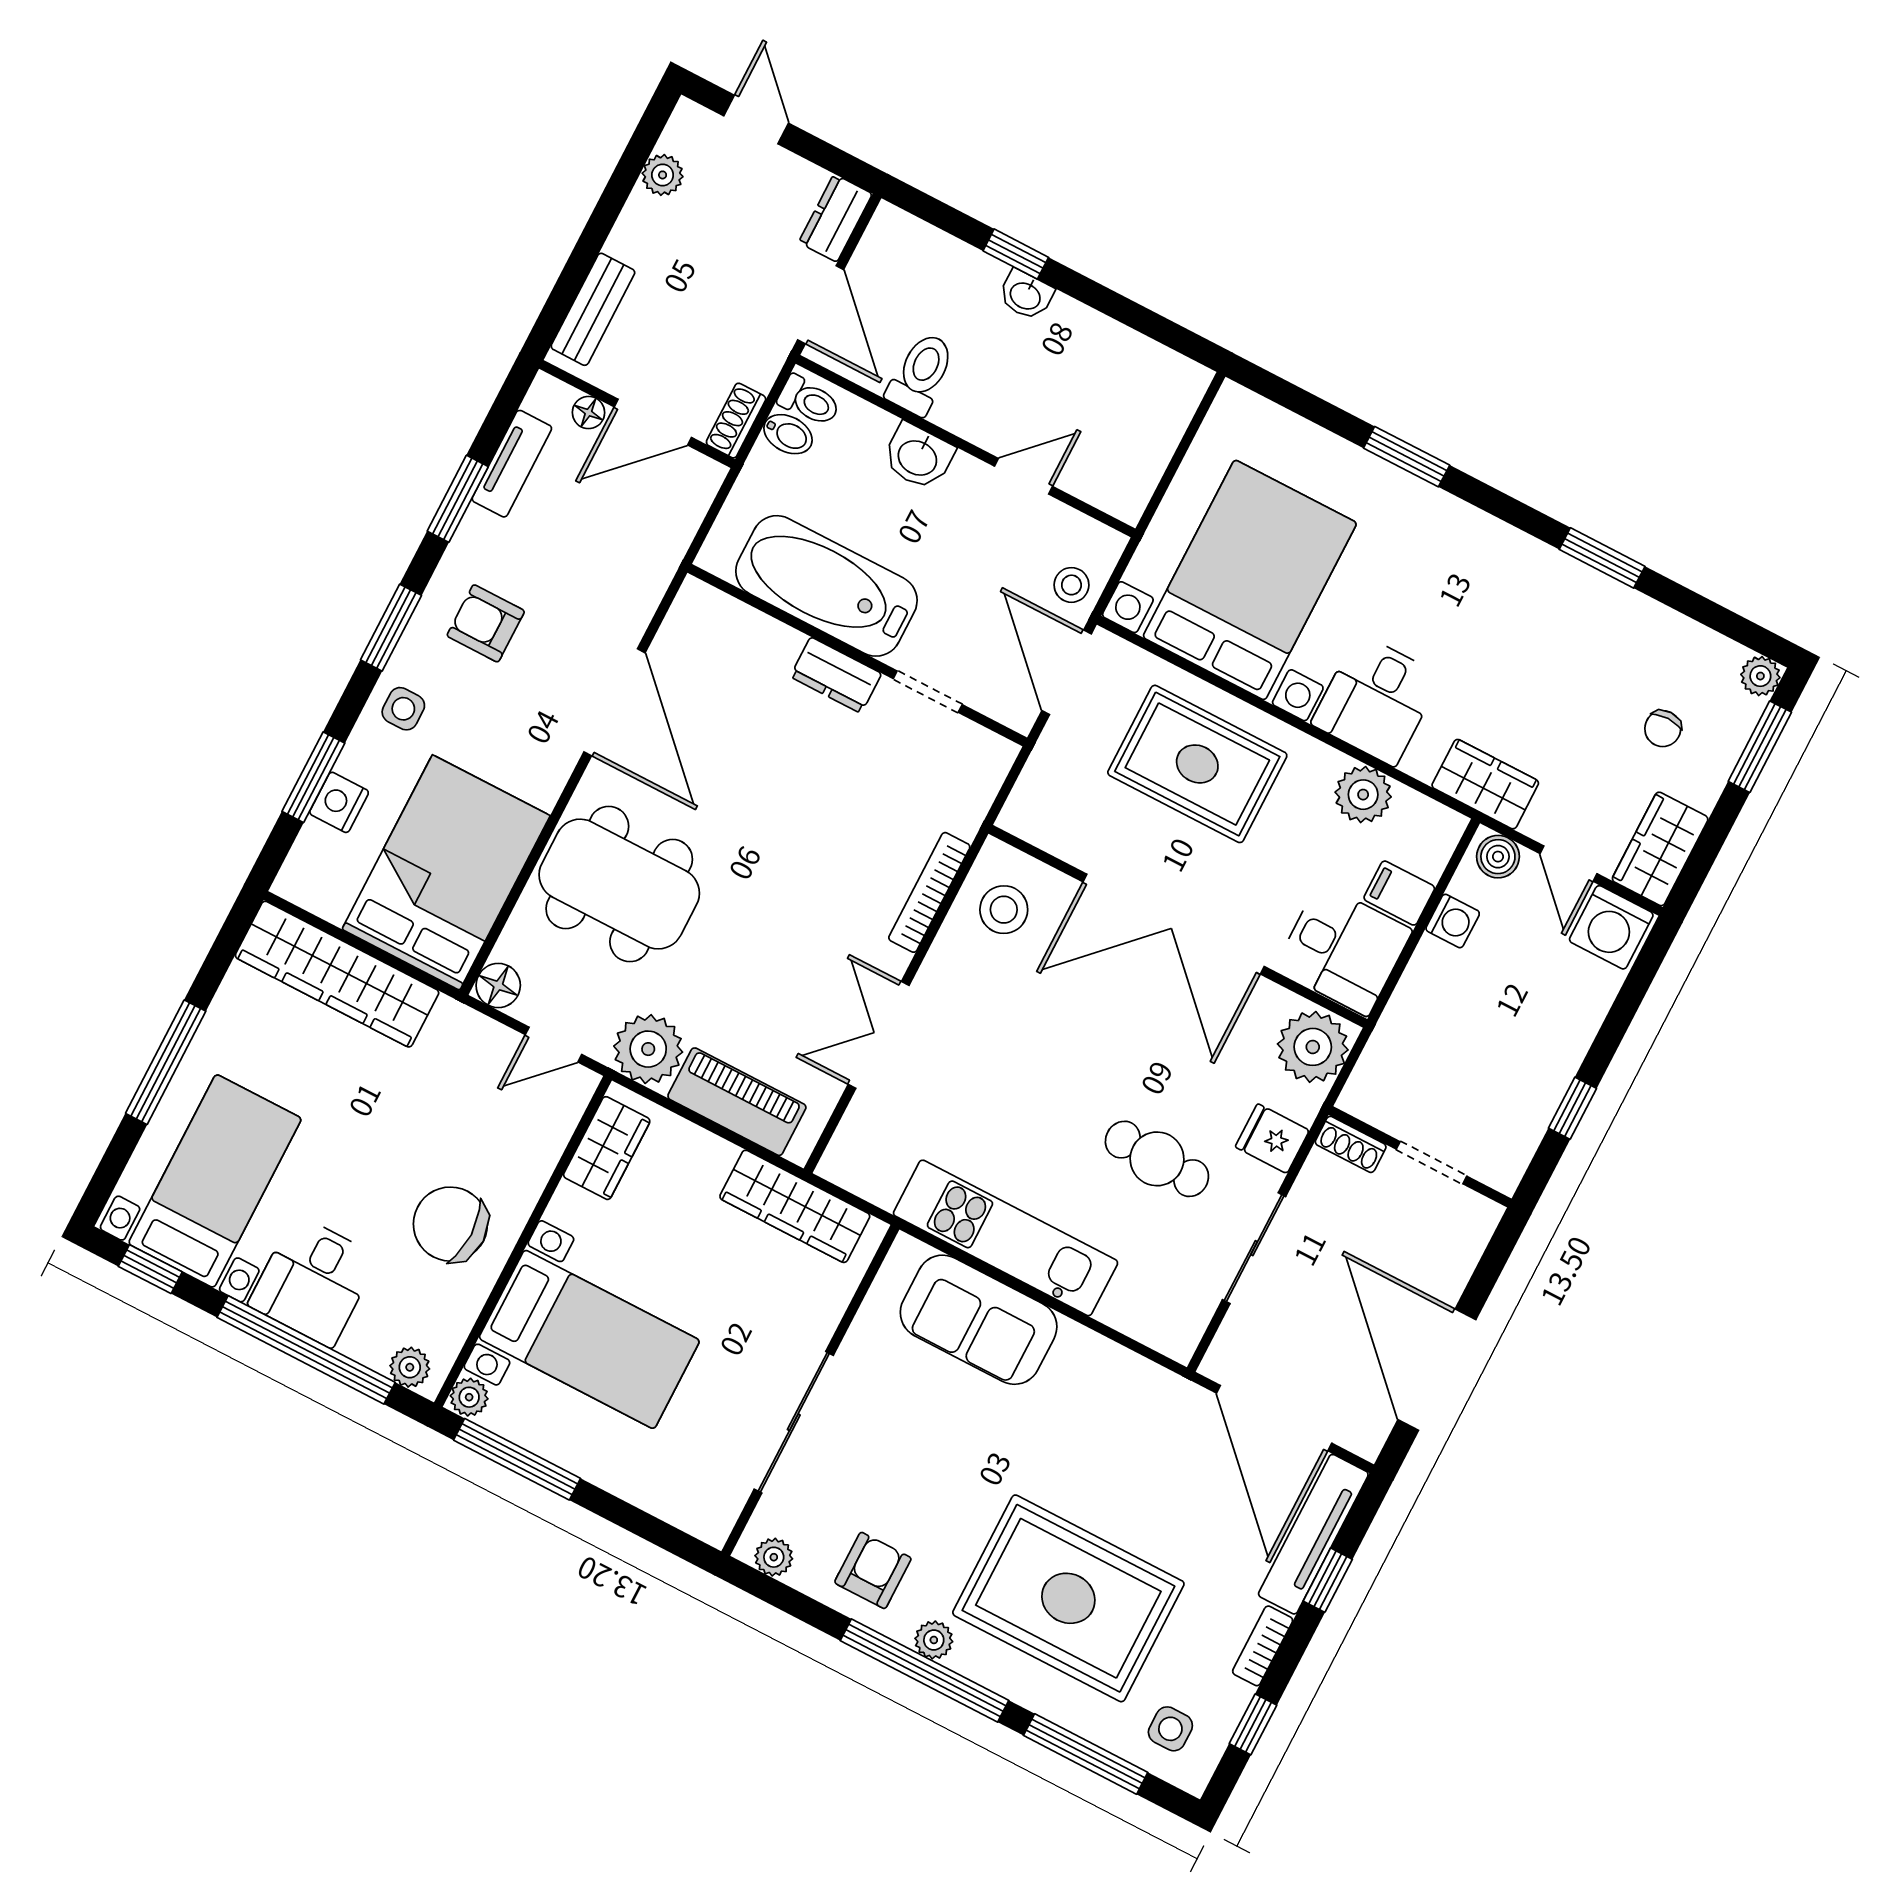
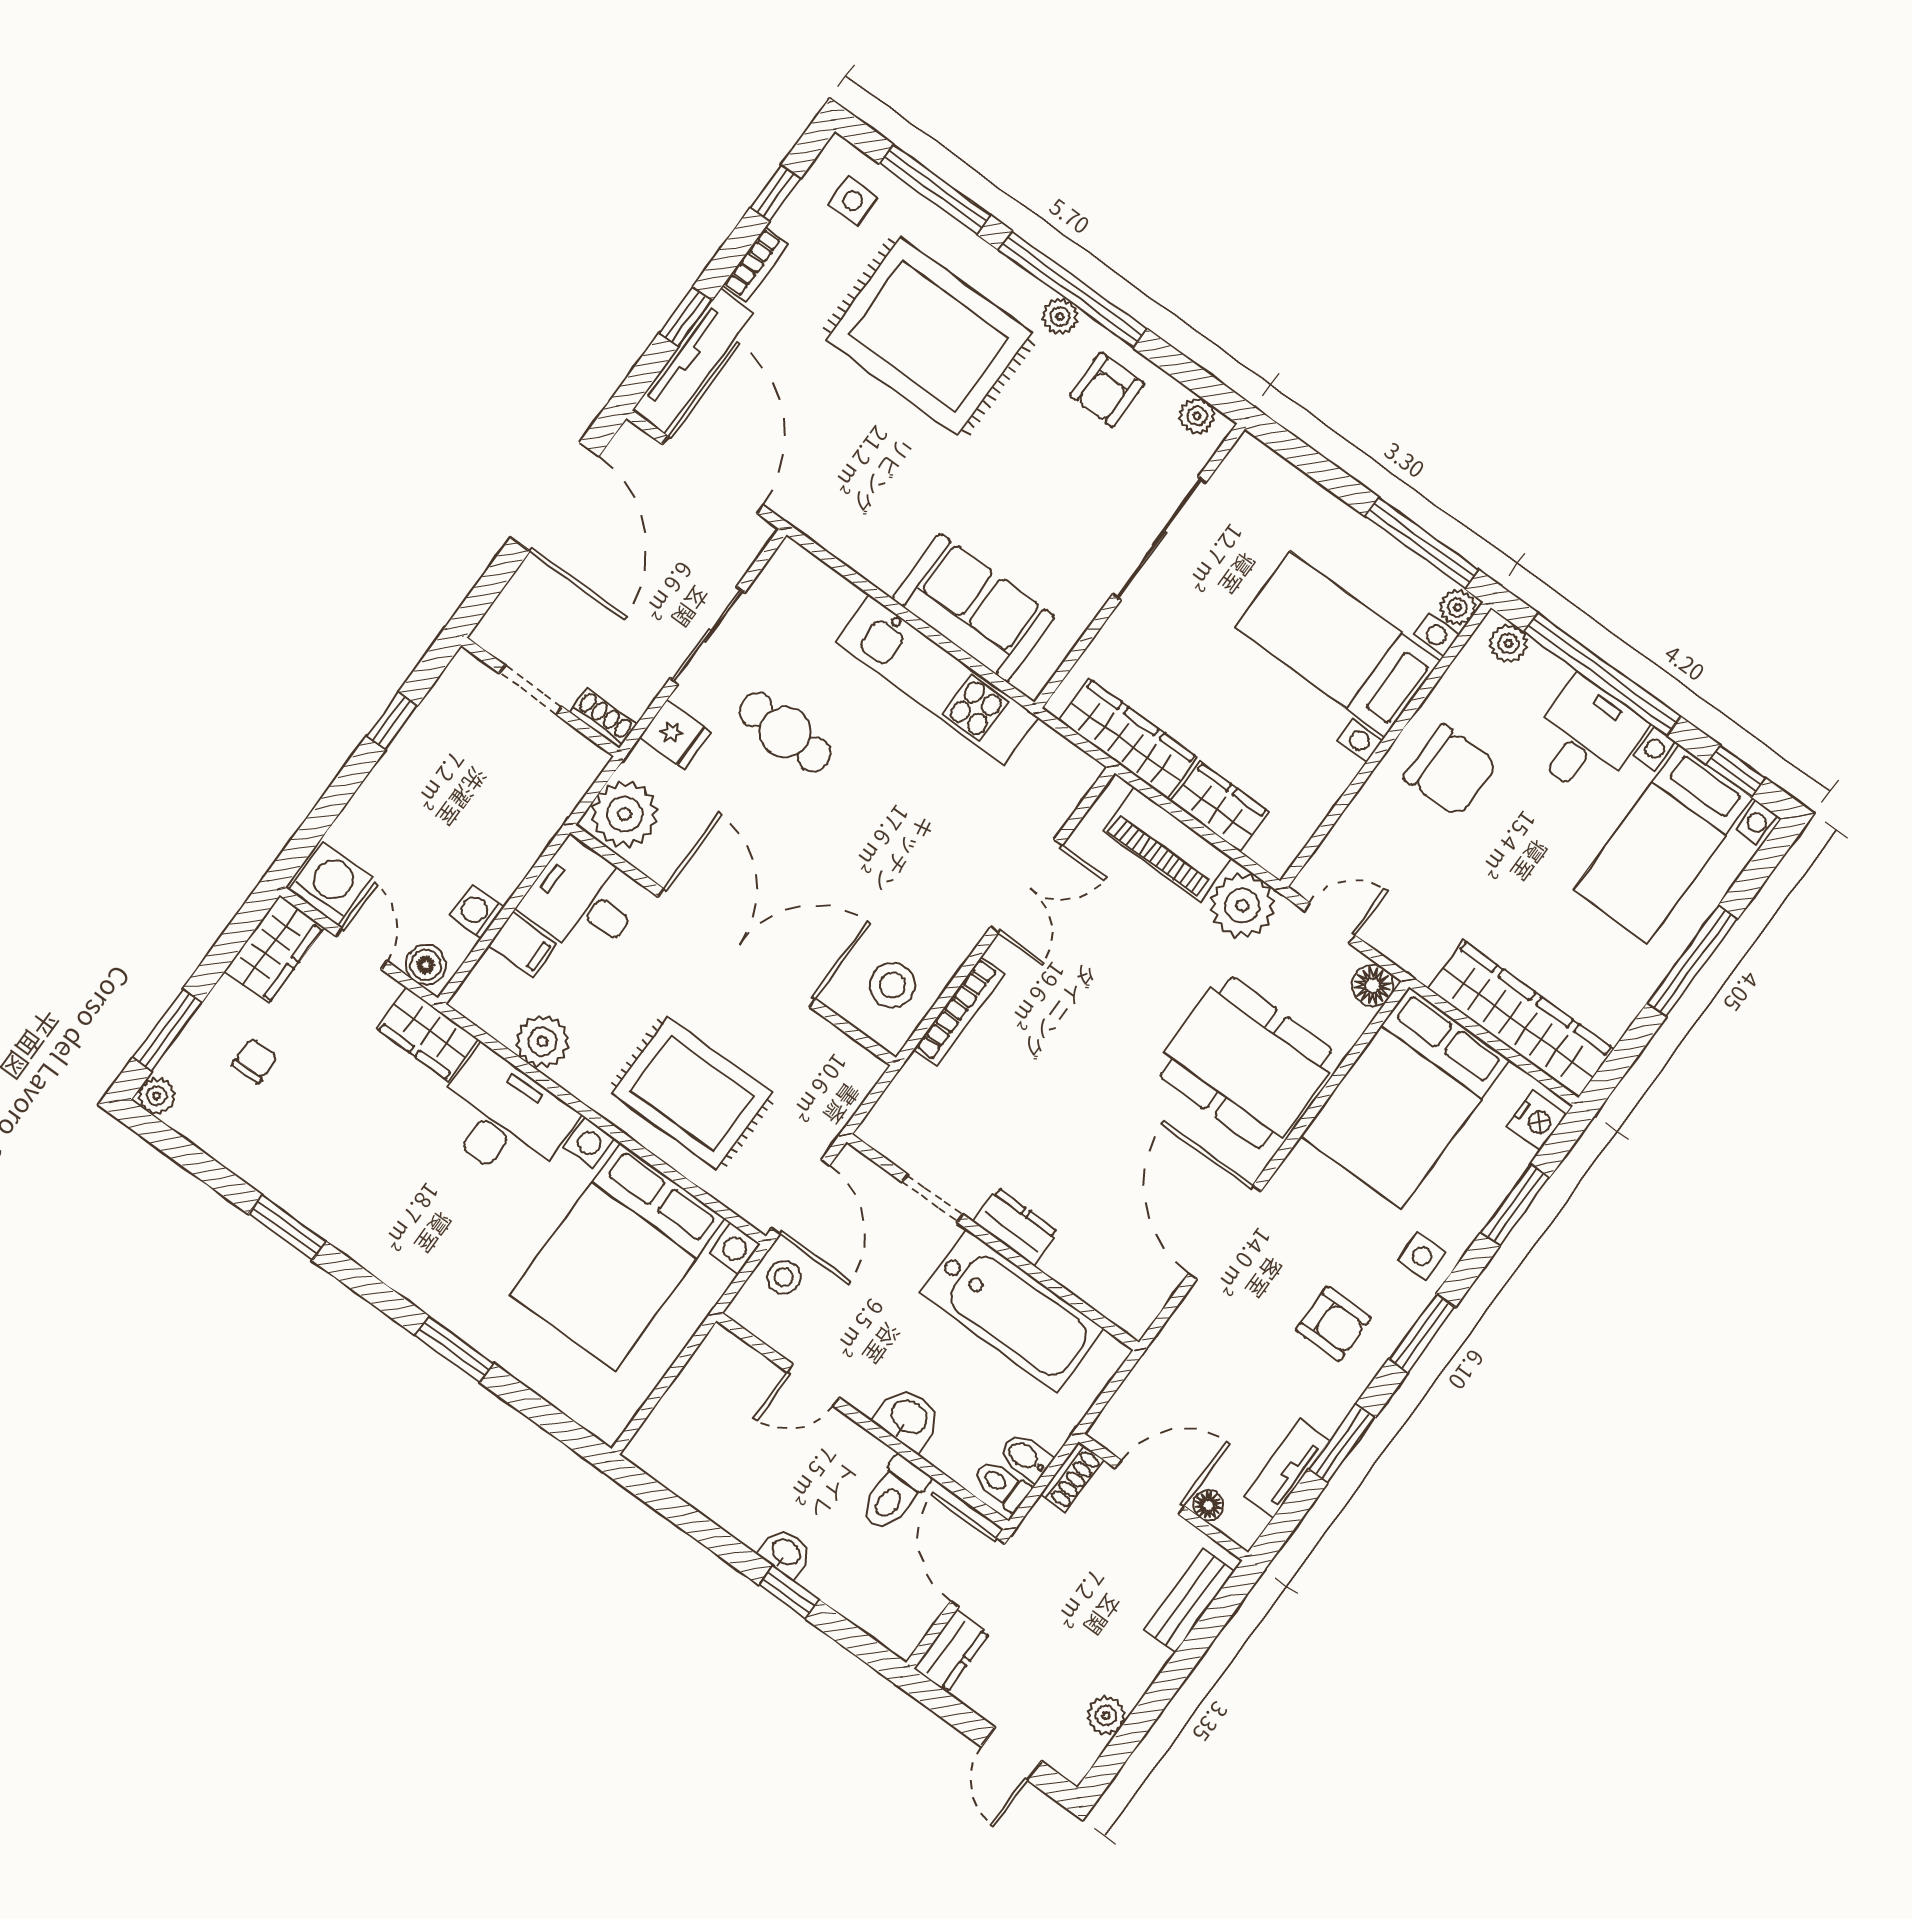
desk: (1376, 700) -> (503, 1118), width x1.37
nightstand: (339, 802) -> (1537, 1120), moved
wardrobe: (607, 1148) -> (1220, 807), moved, turned 90

